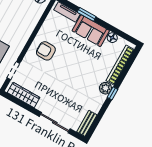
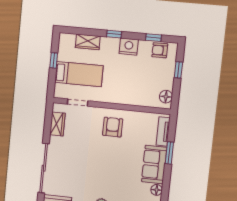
wardrobe: (24, 95) -> (57, 124), width x0.67
sliding door: (55, 123) -> (44, 168), width x1.36

